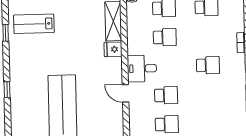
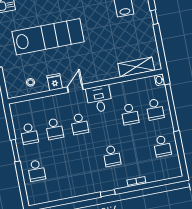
fridge: (113, 49) -> (55, 82), moved

